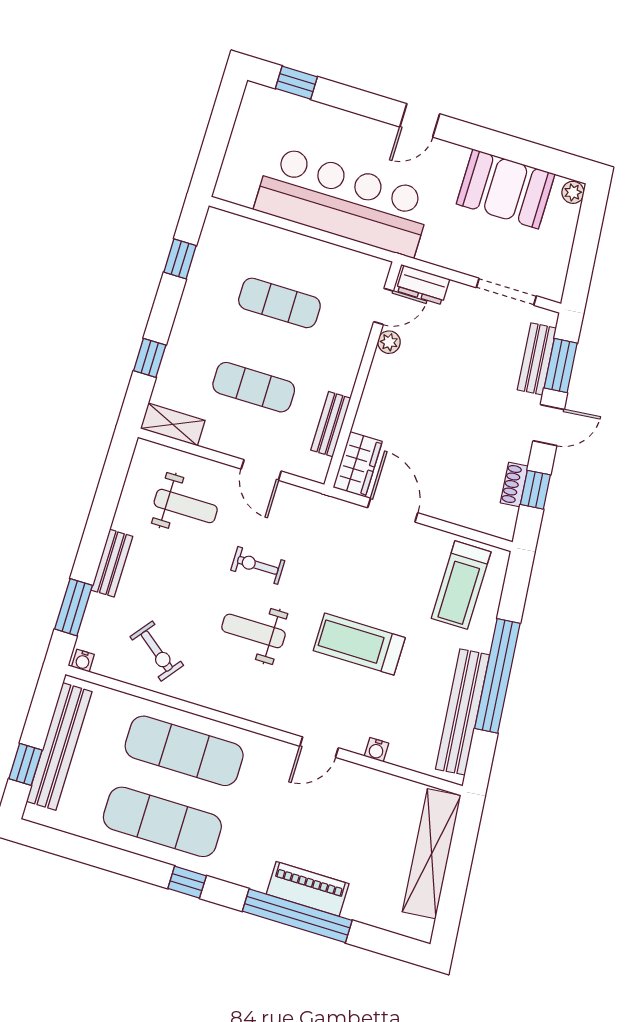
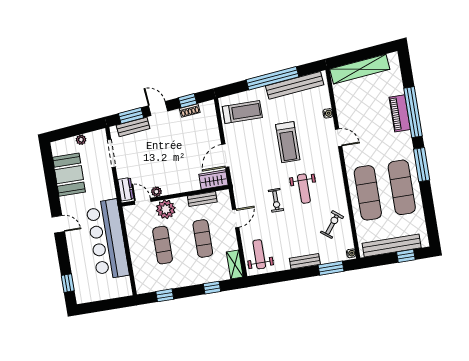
plant: (573, 192) -> (81, 140), moved
plant: (346, 343) -> (166, 209), added
weight bench: (186, 506) -> (259, 254), moved
window: (187, 882) -> (422, 165), width x2.17

